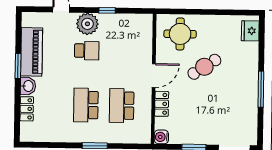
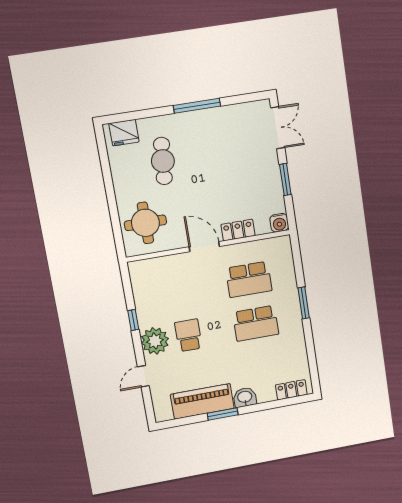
cafe table: (204, 67) -> (163, 161), moved, turned 38
locker: (27, 109) -> (291, 390), moved

